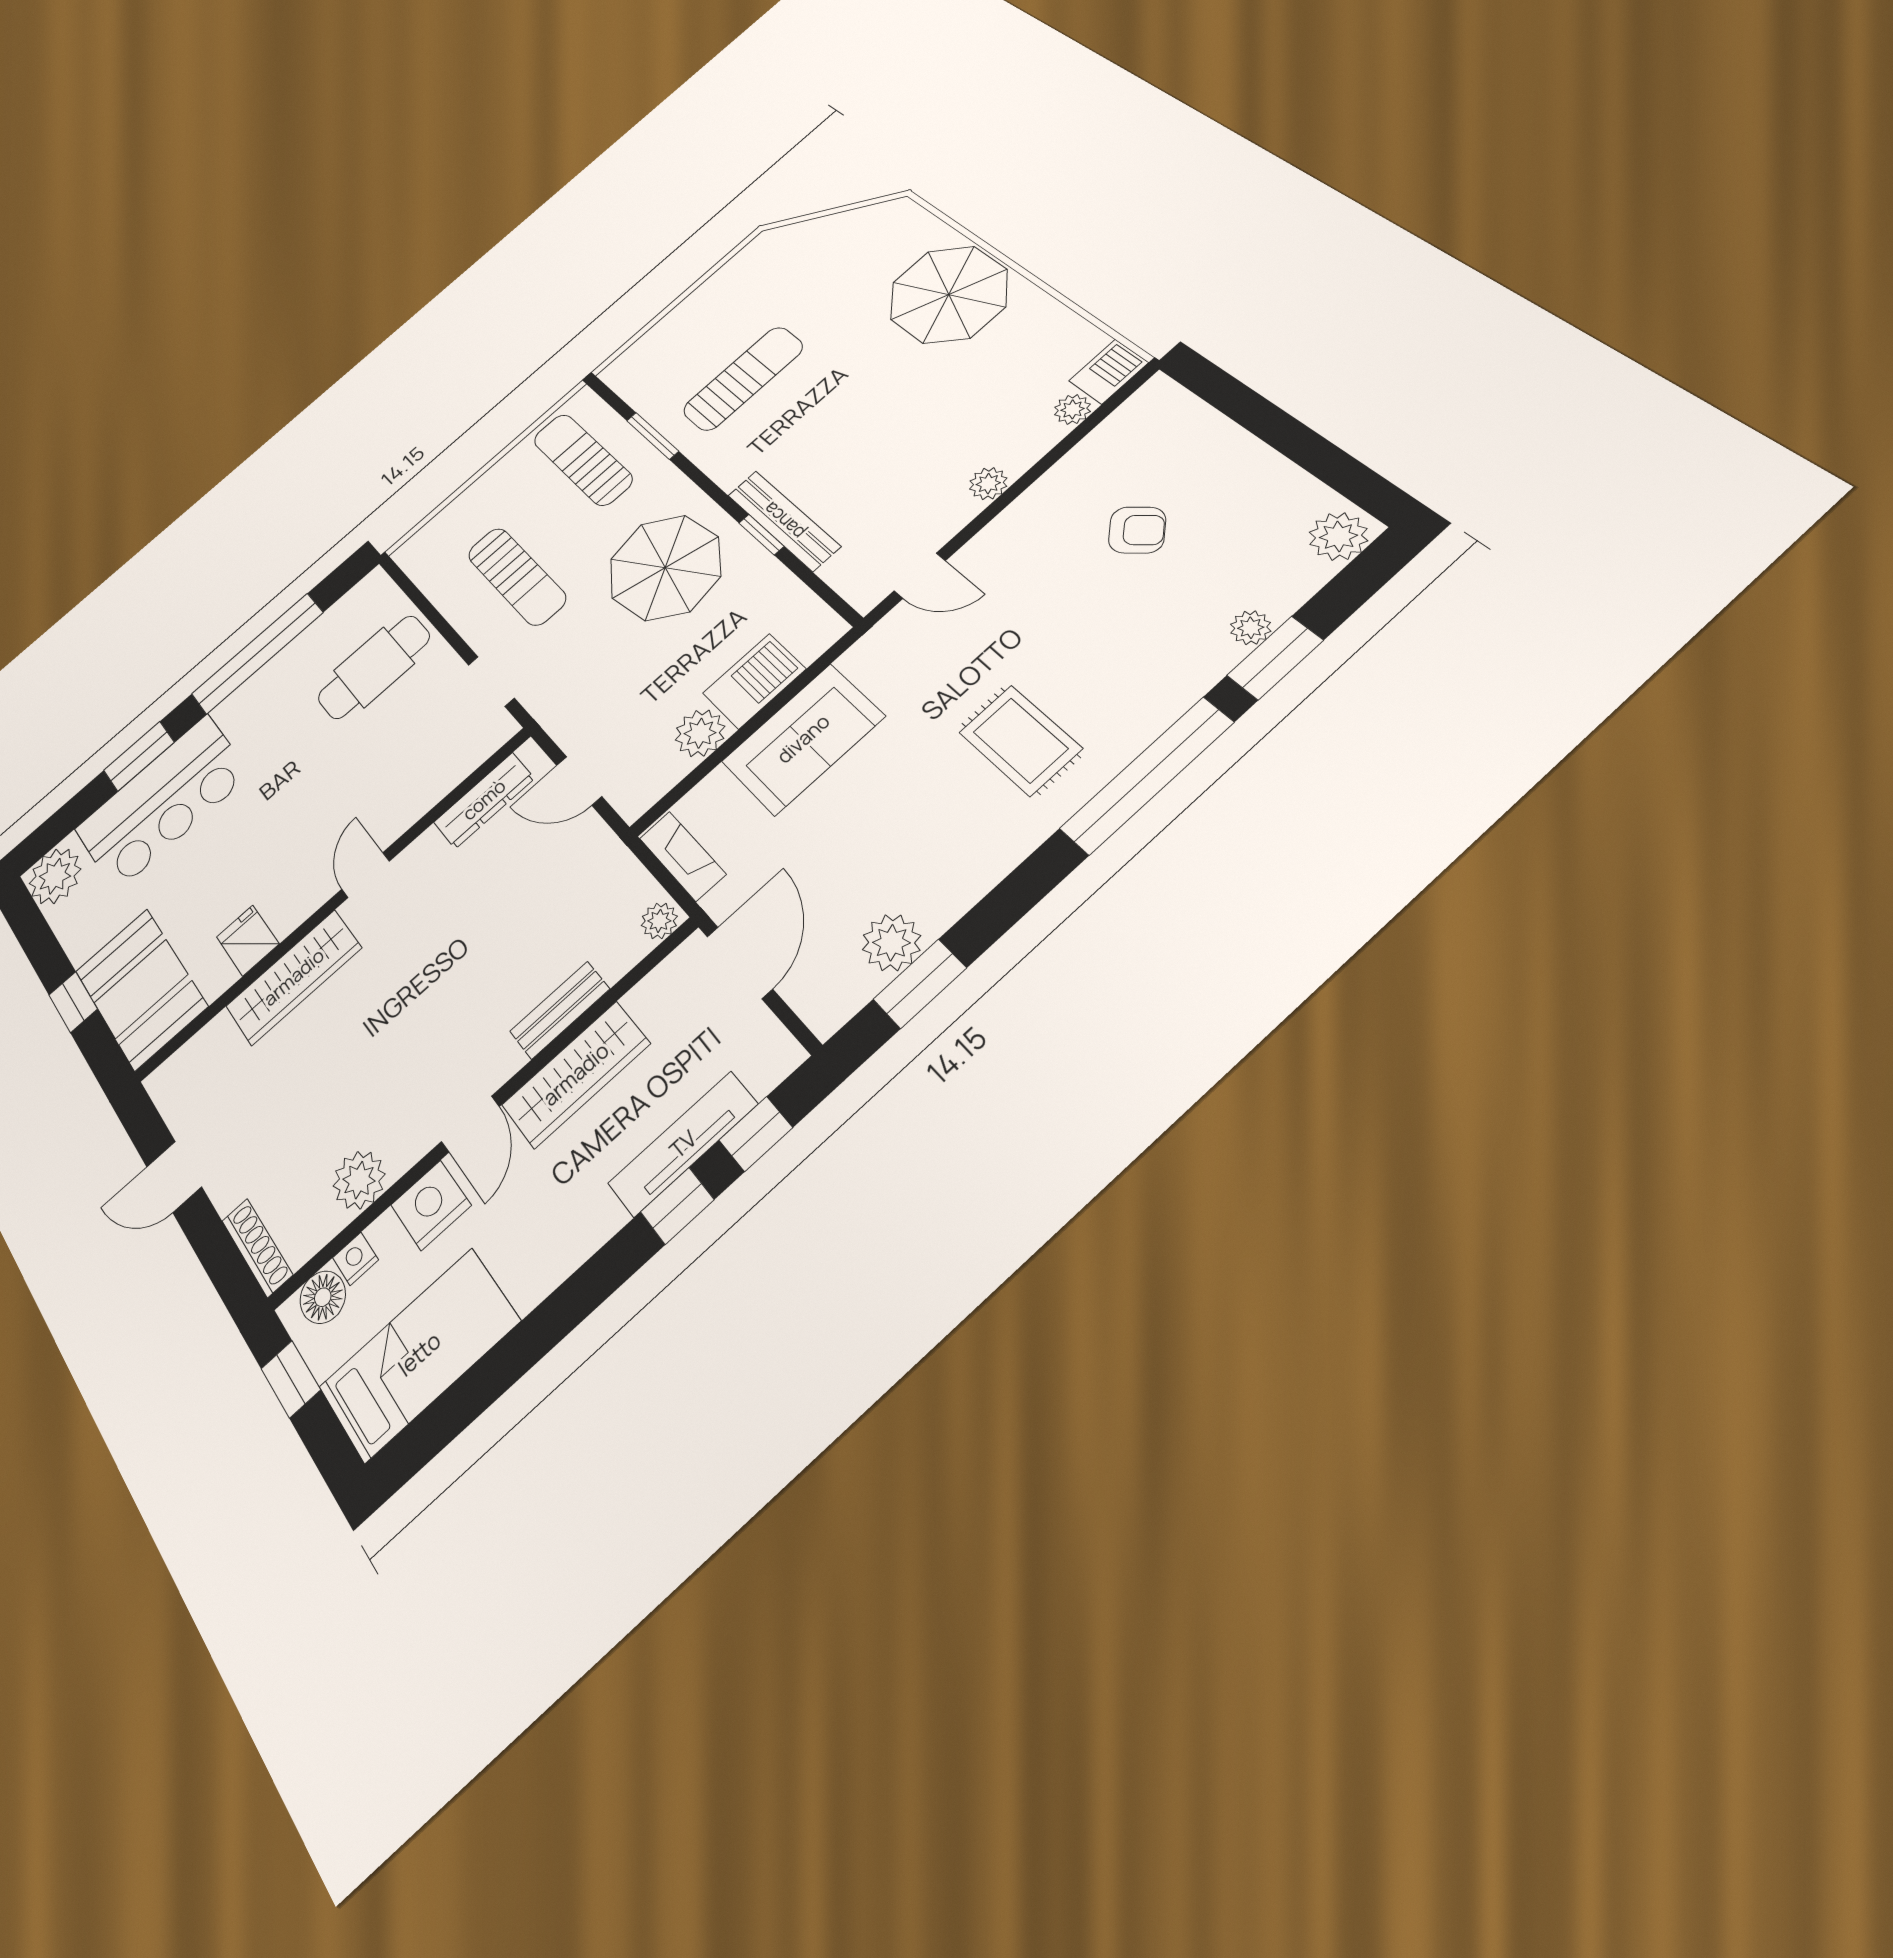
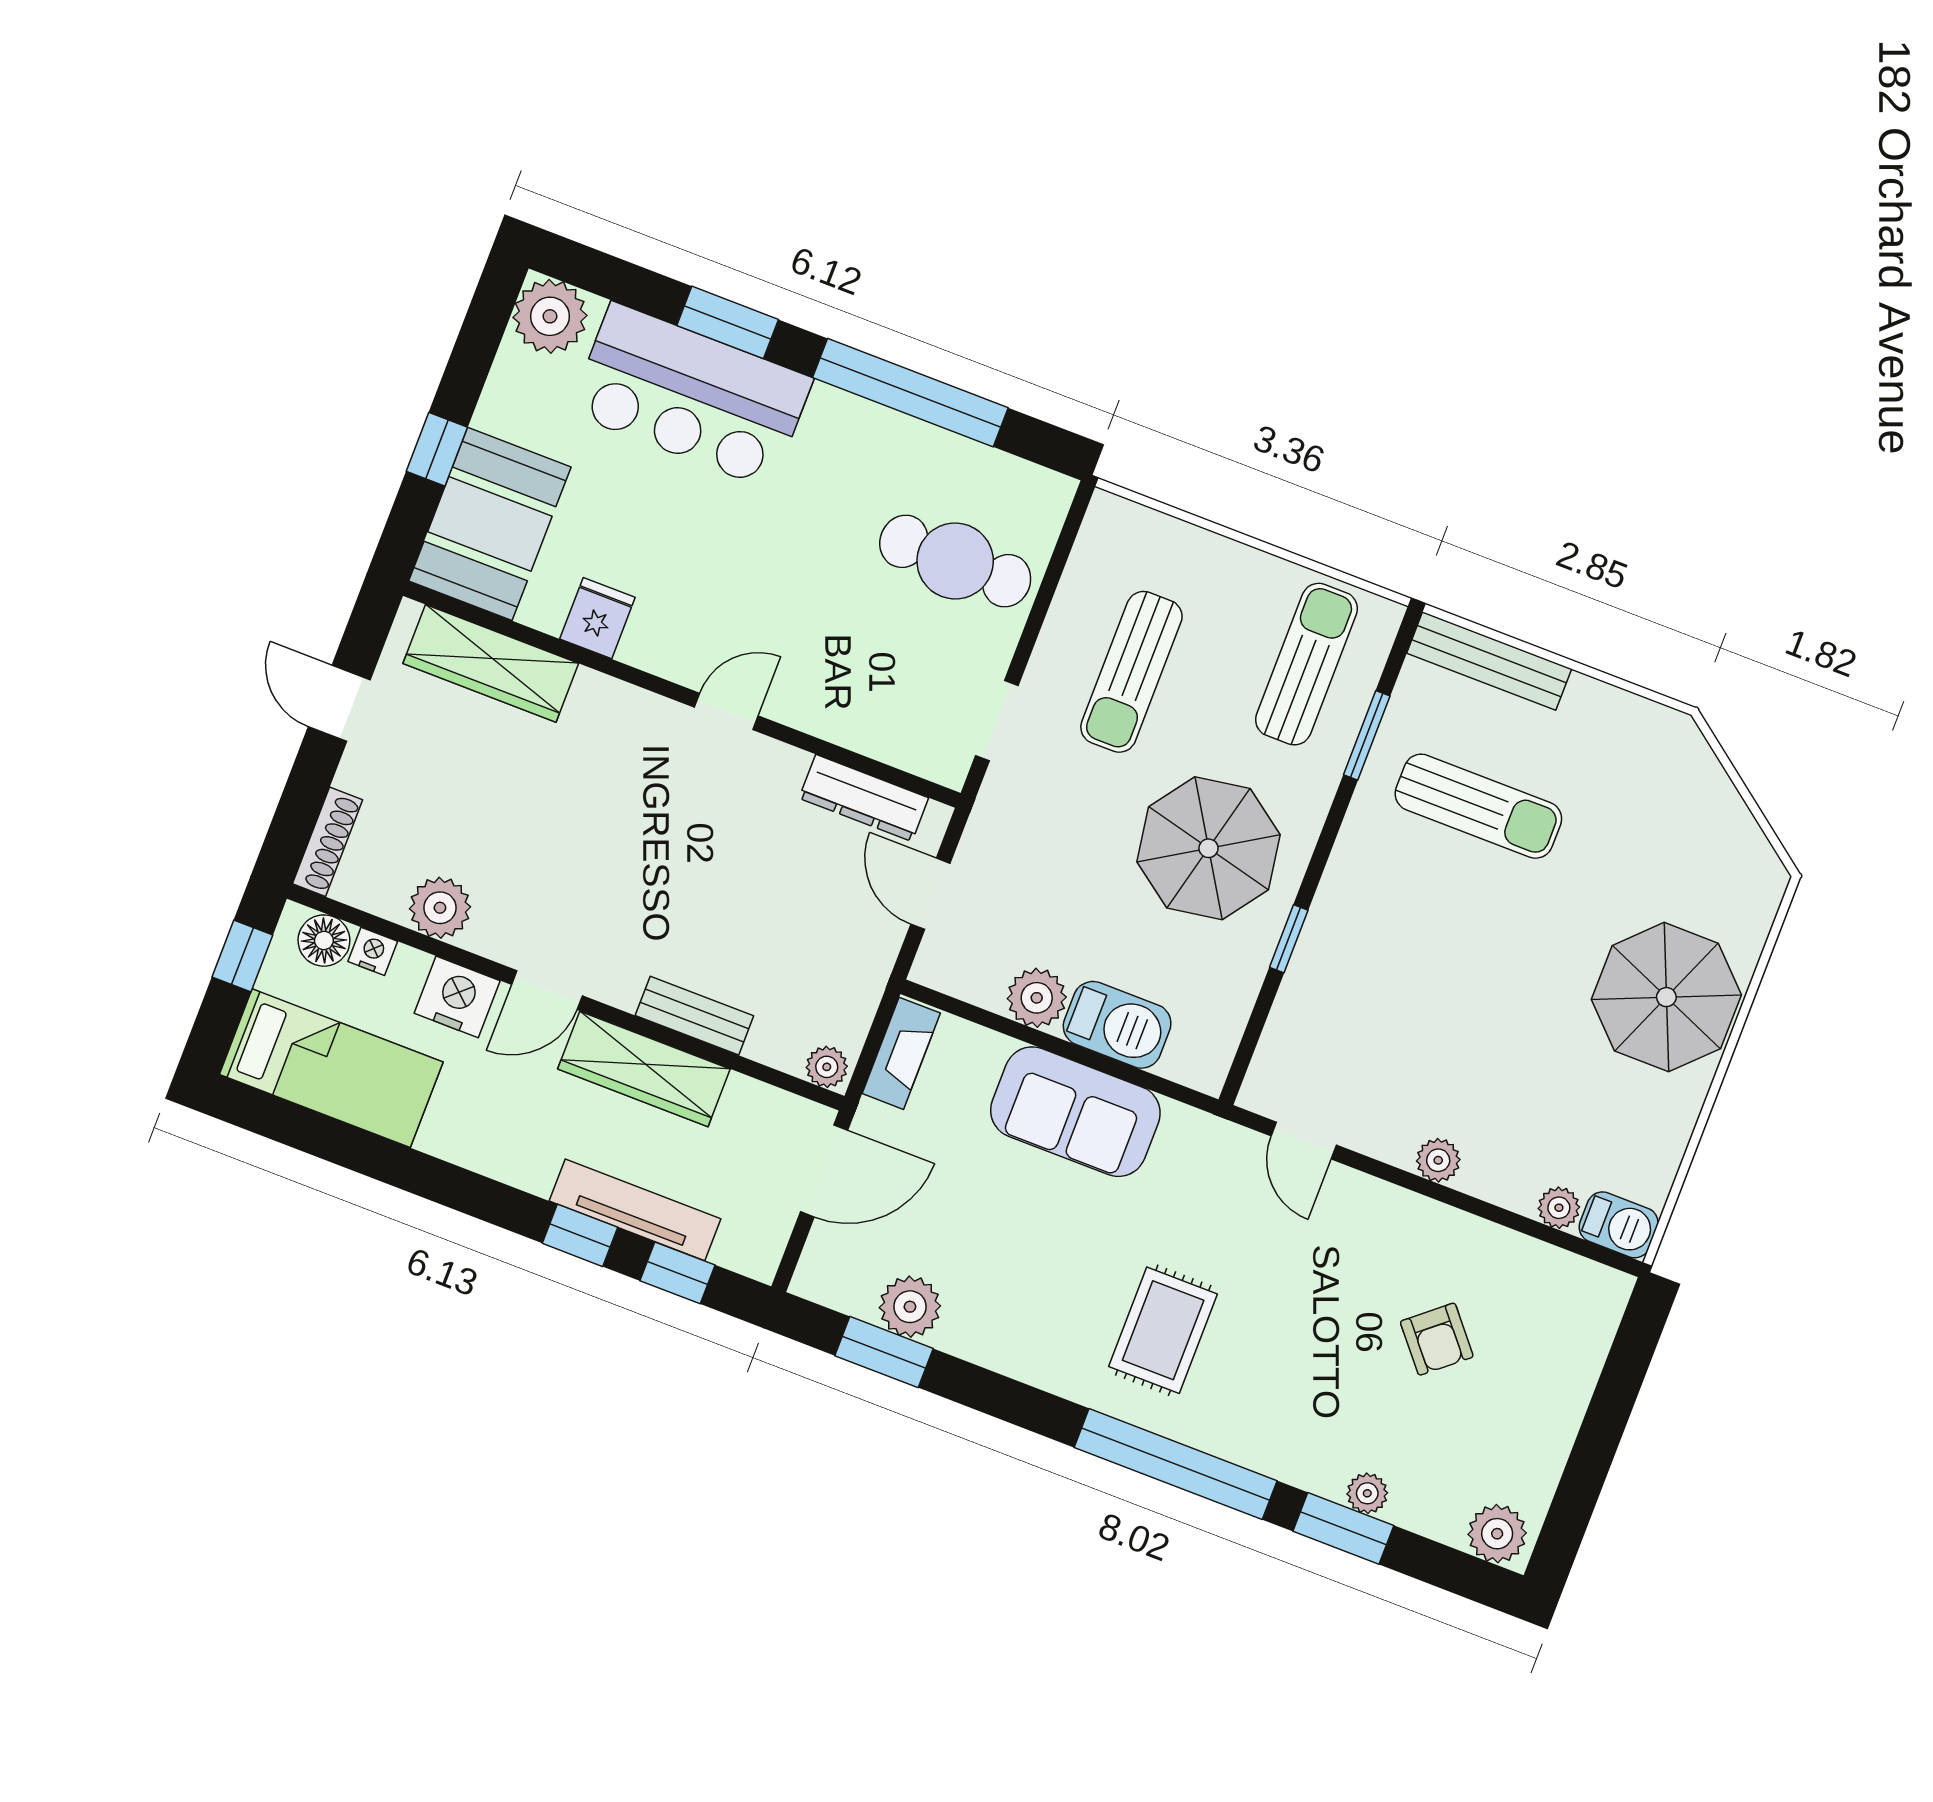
bench: (784, 521) -> (1489, 661), moved, turned 90
wardrobe: (294, 977) -> (491, 663), moved

